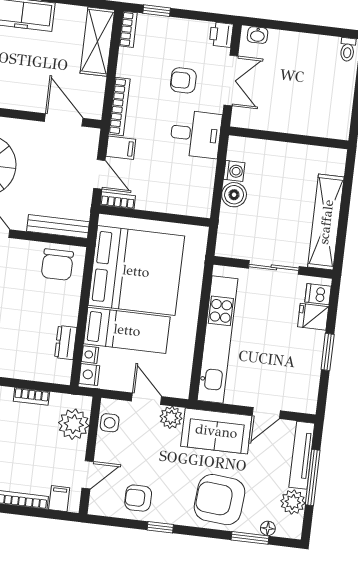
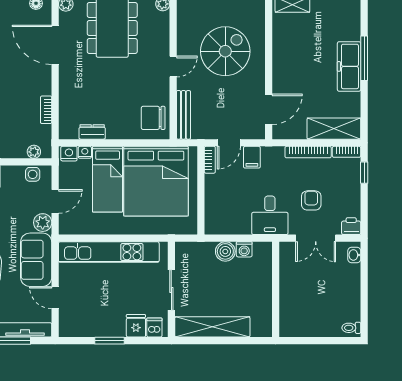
bookcase: (119, 106) -> (308, 152), moved
plant: (74, 424) -> (34, 152), width x0.53, depth x0.53

